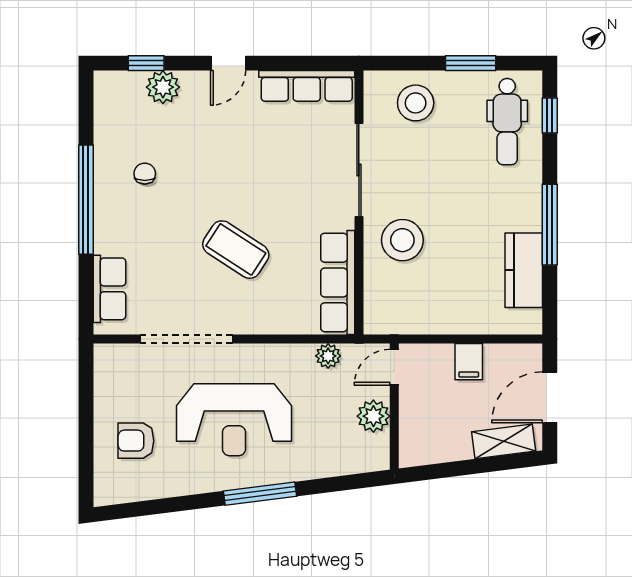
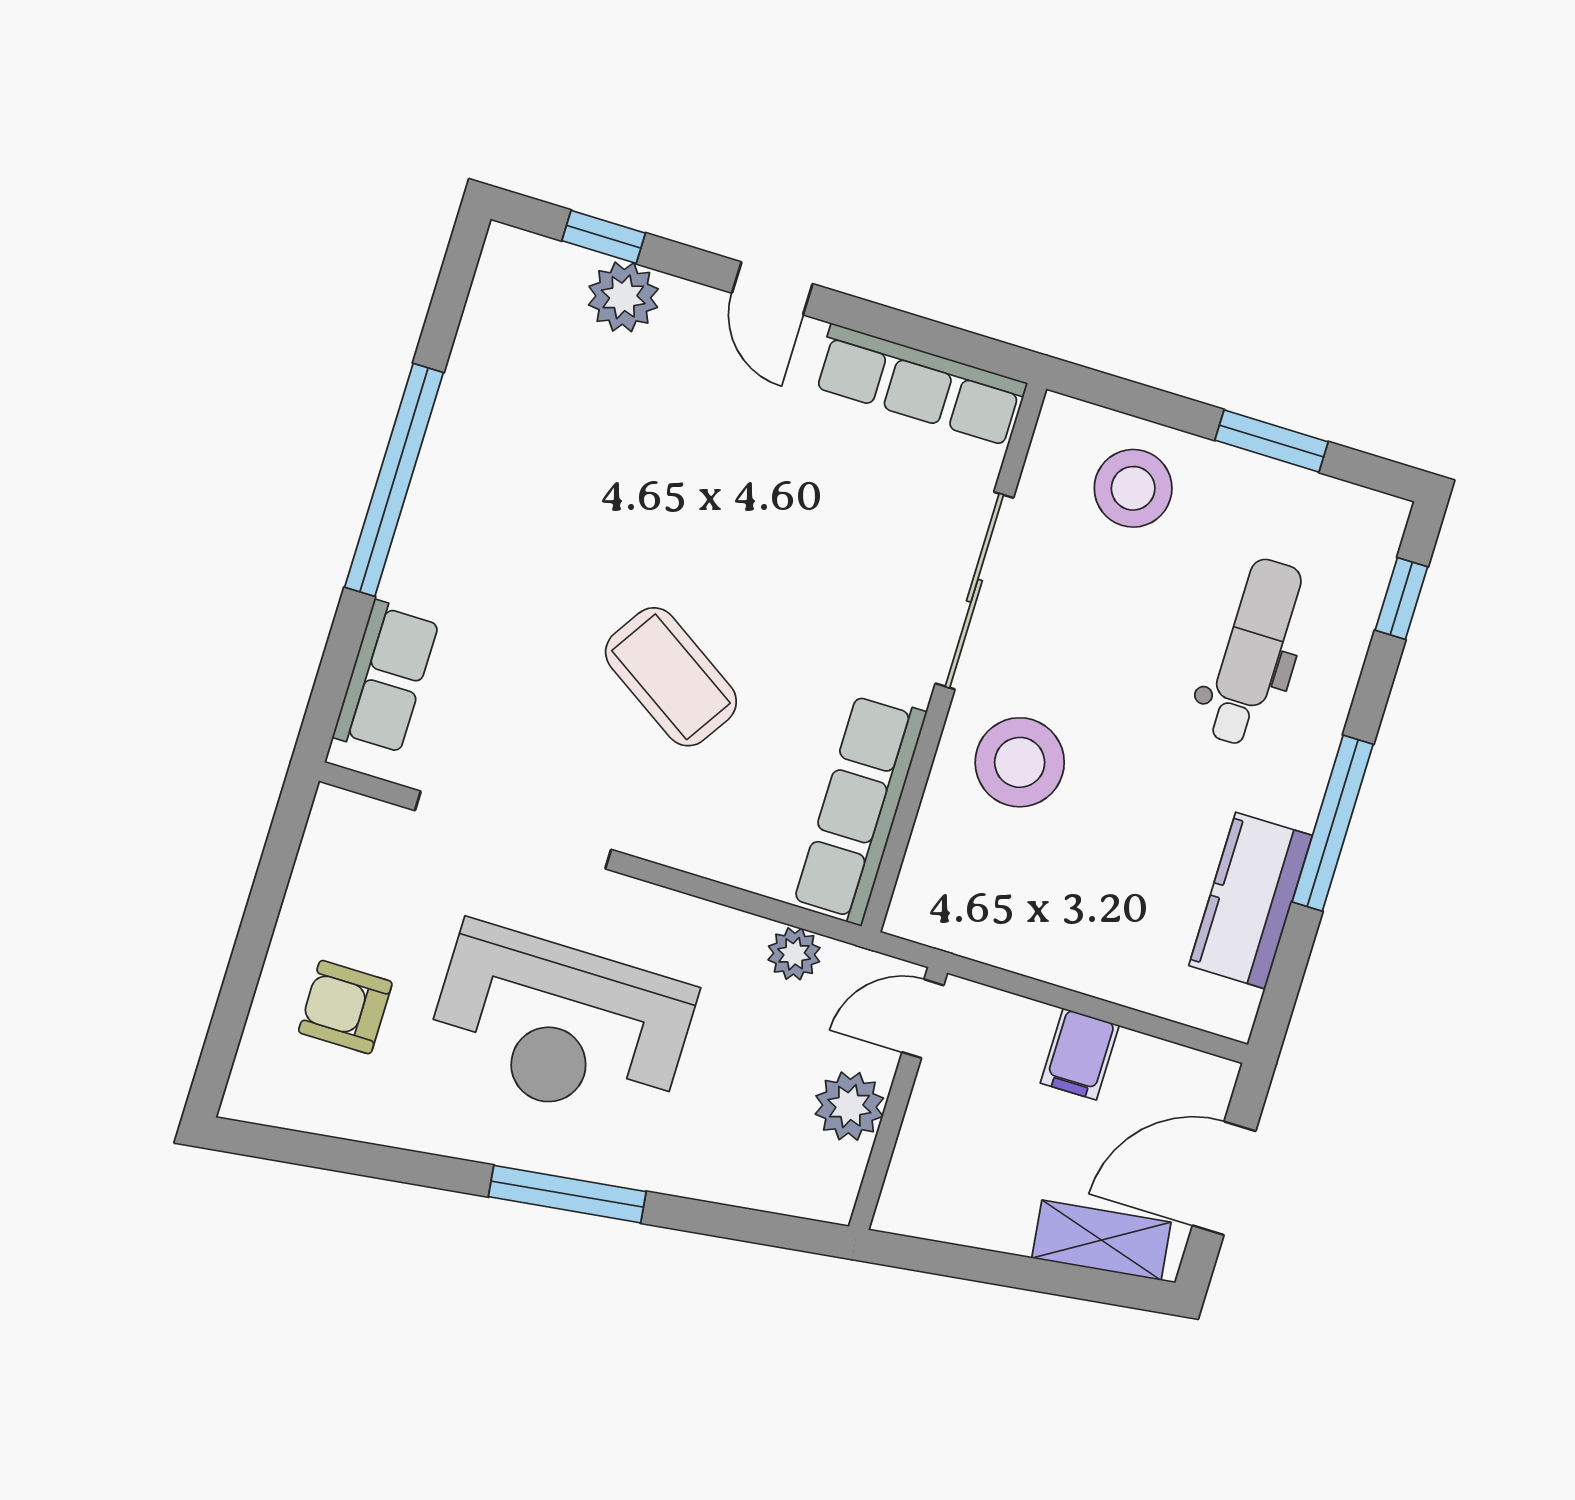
door: (228, 63) -> (772, 288), hinge flipped
dental chair: (507, 122) -> (1253, 652), moved, turned 180
chair: (145, 174) -> (531, 463), removed

